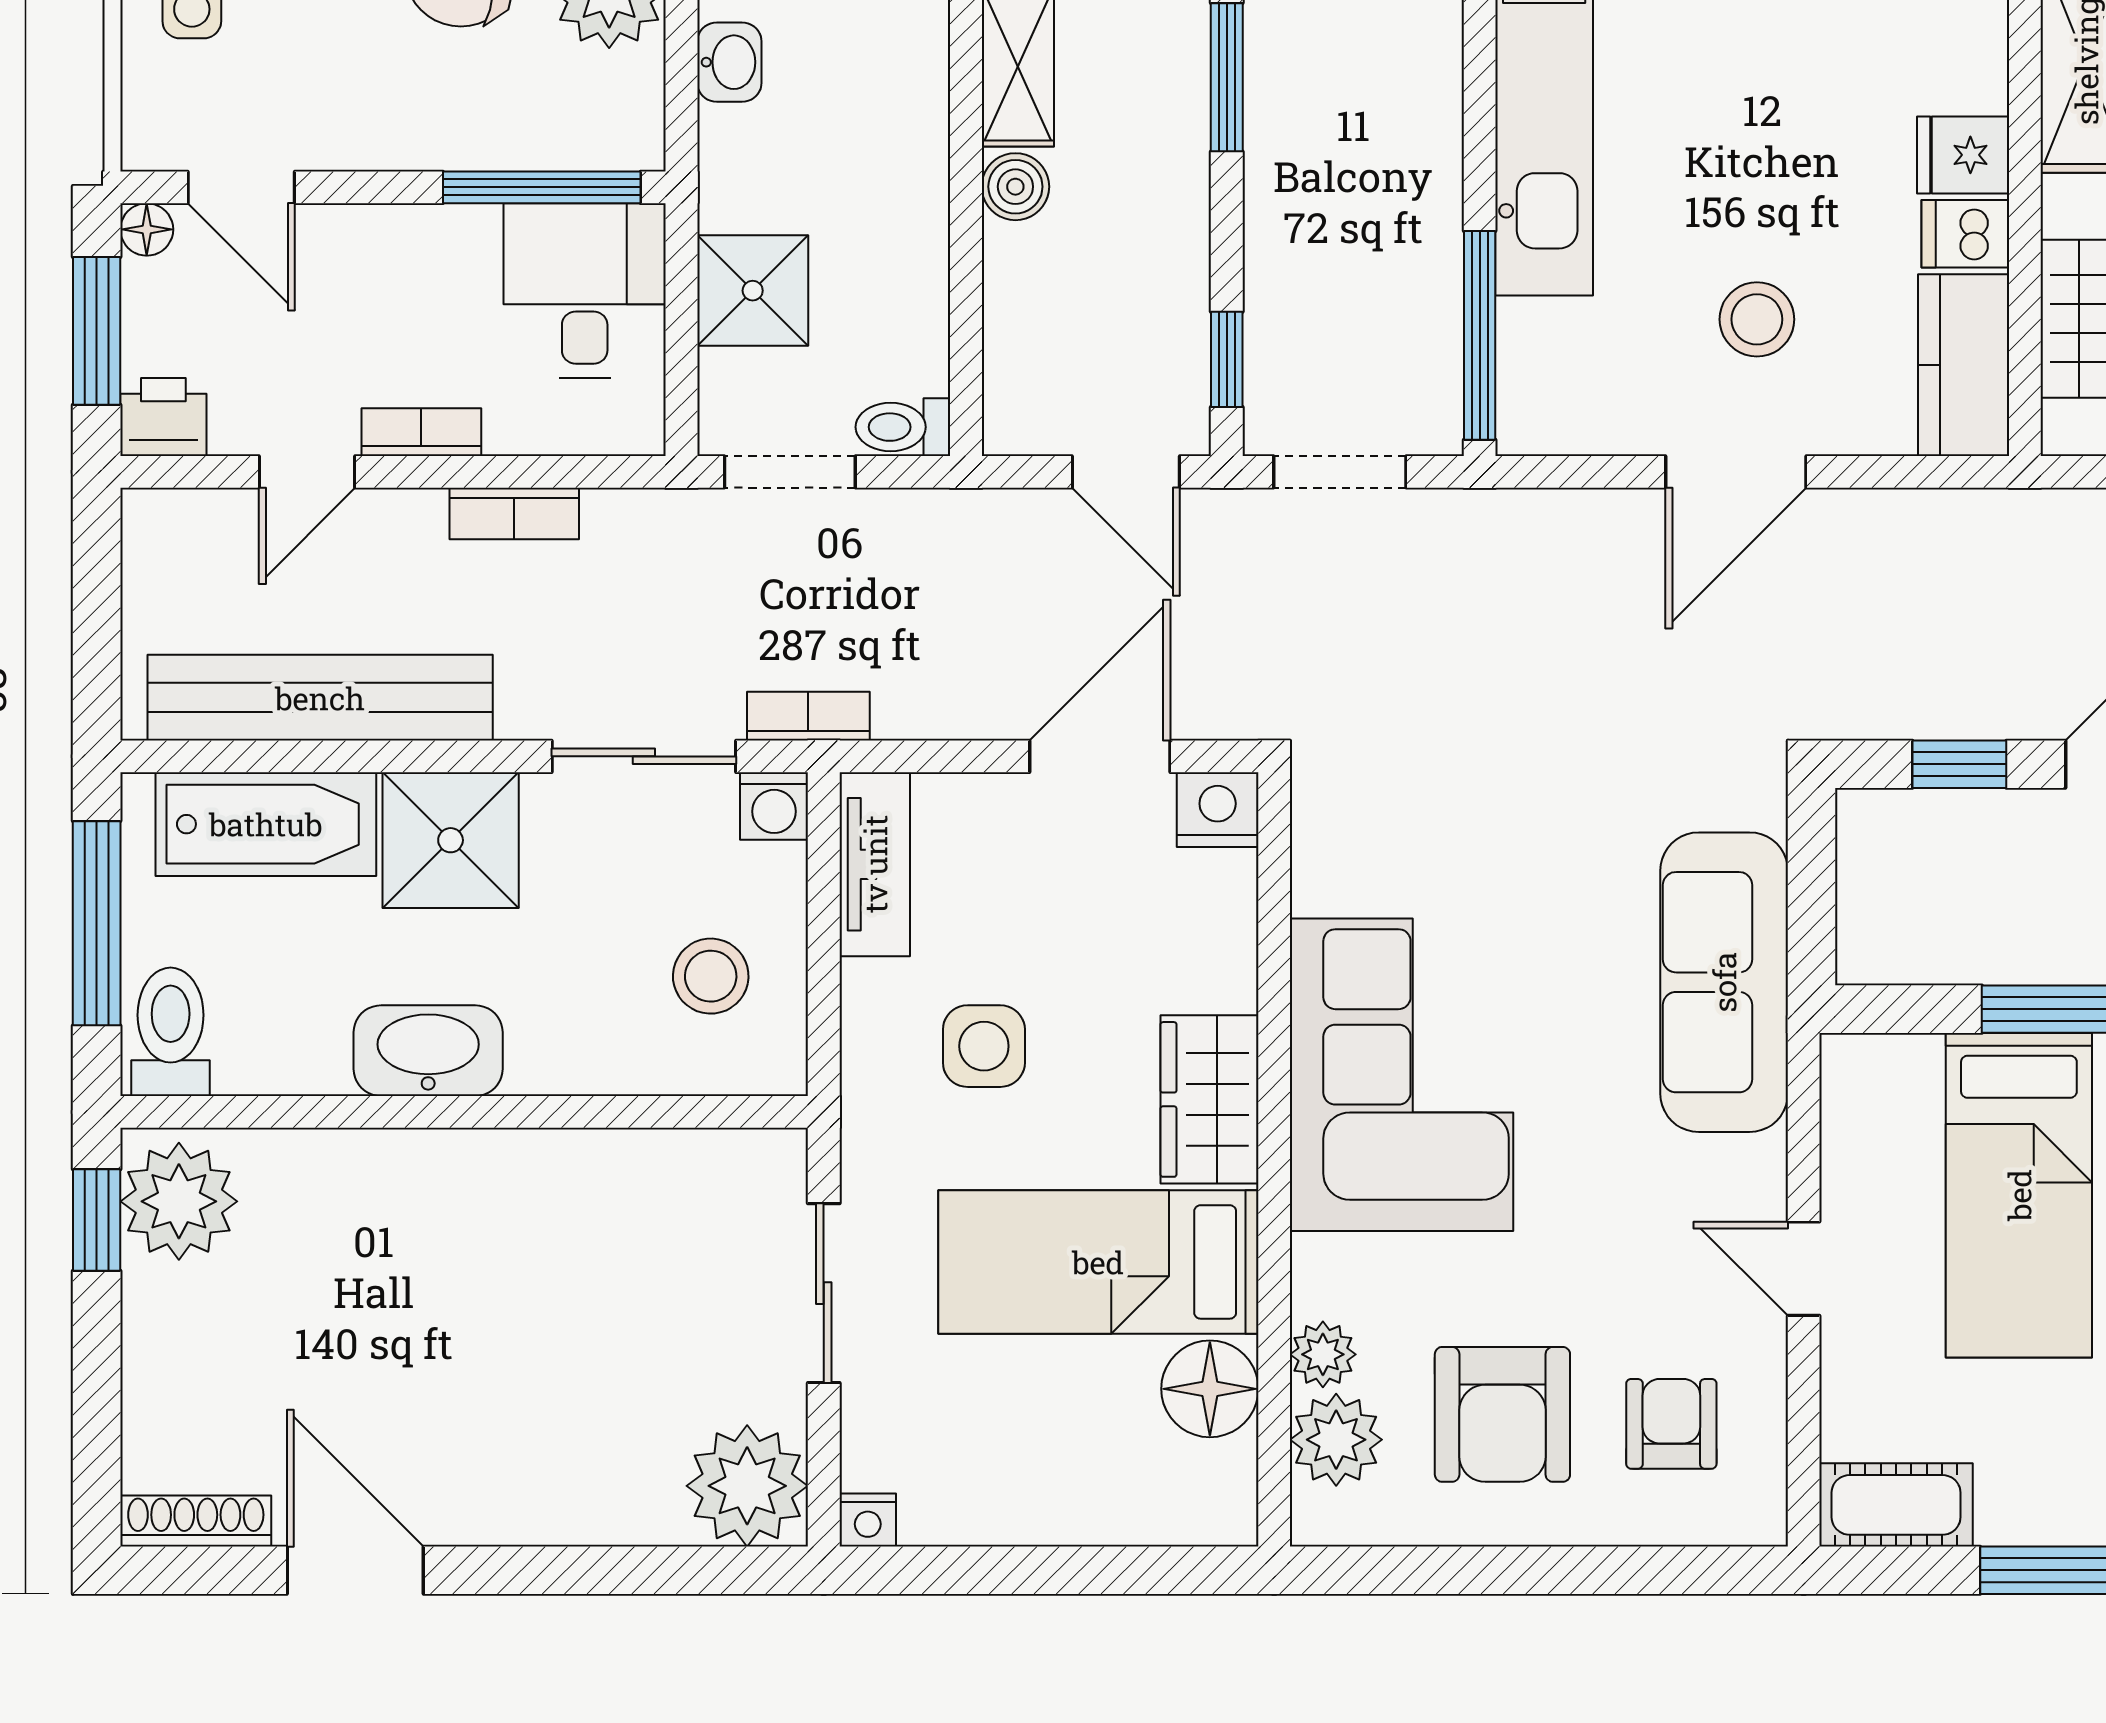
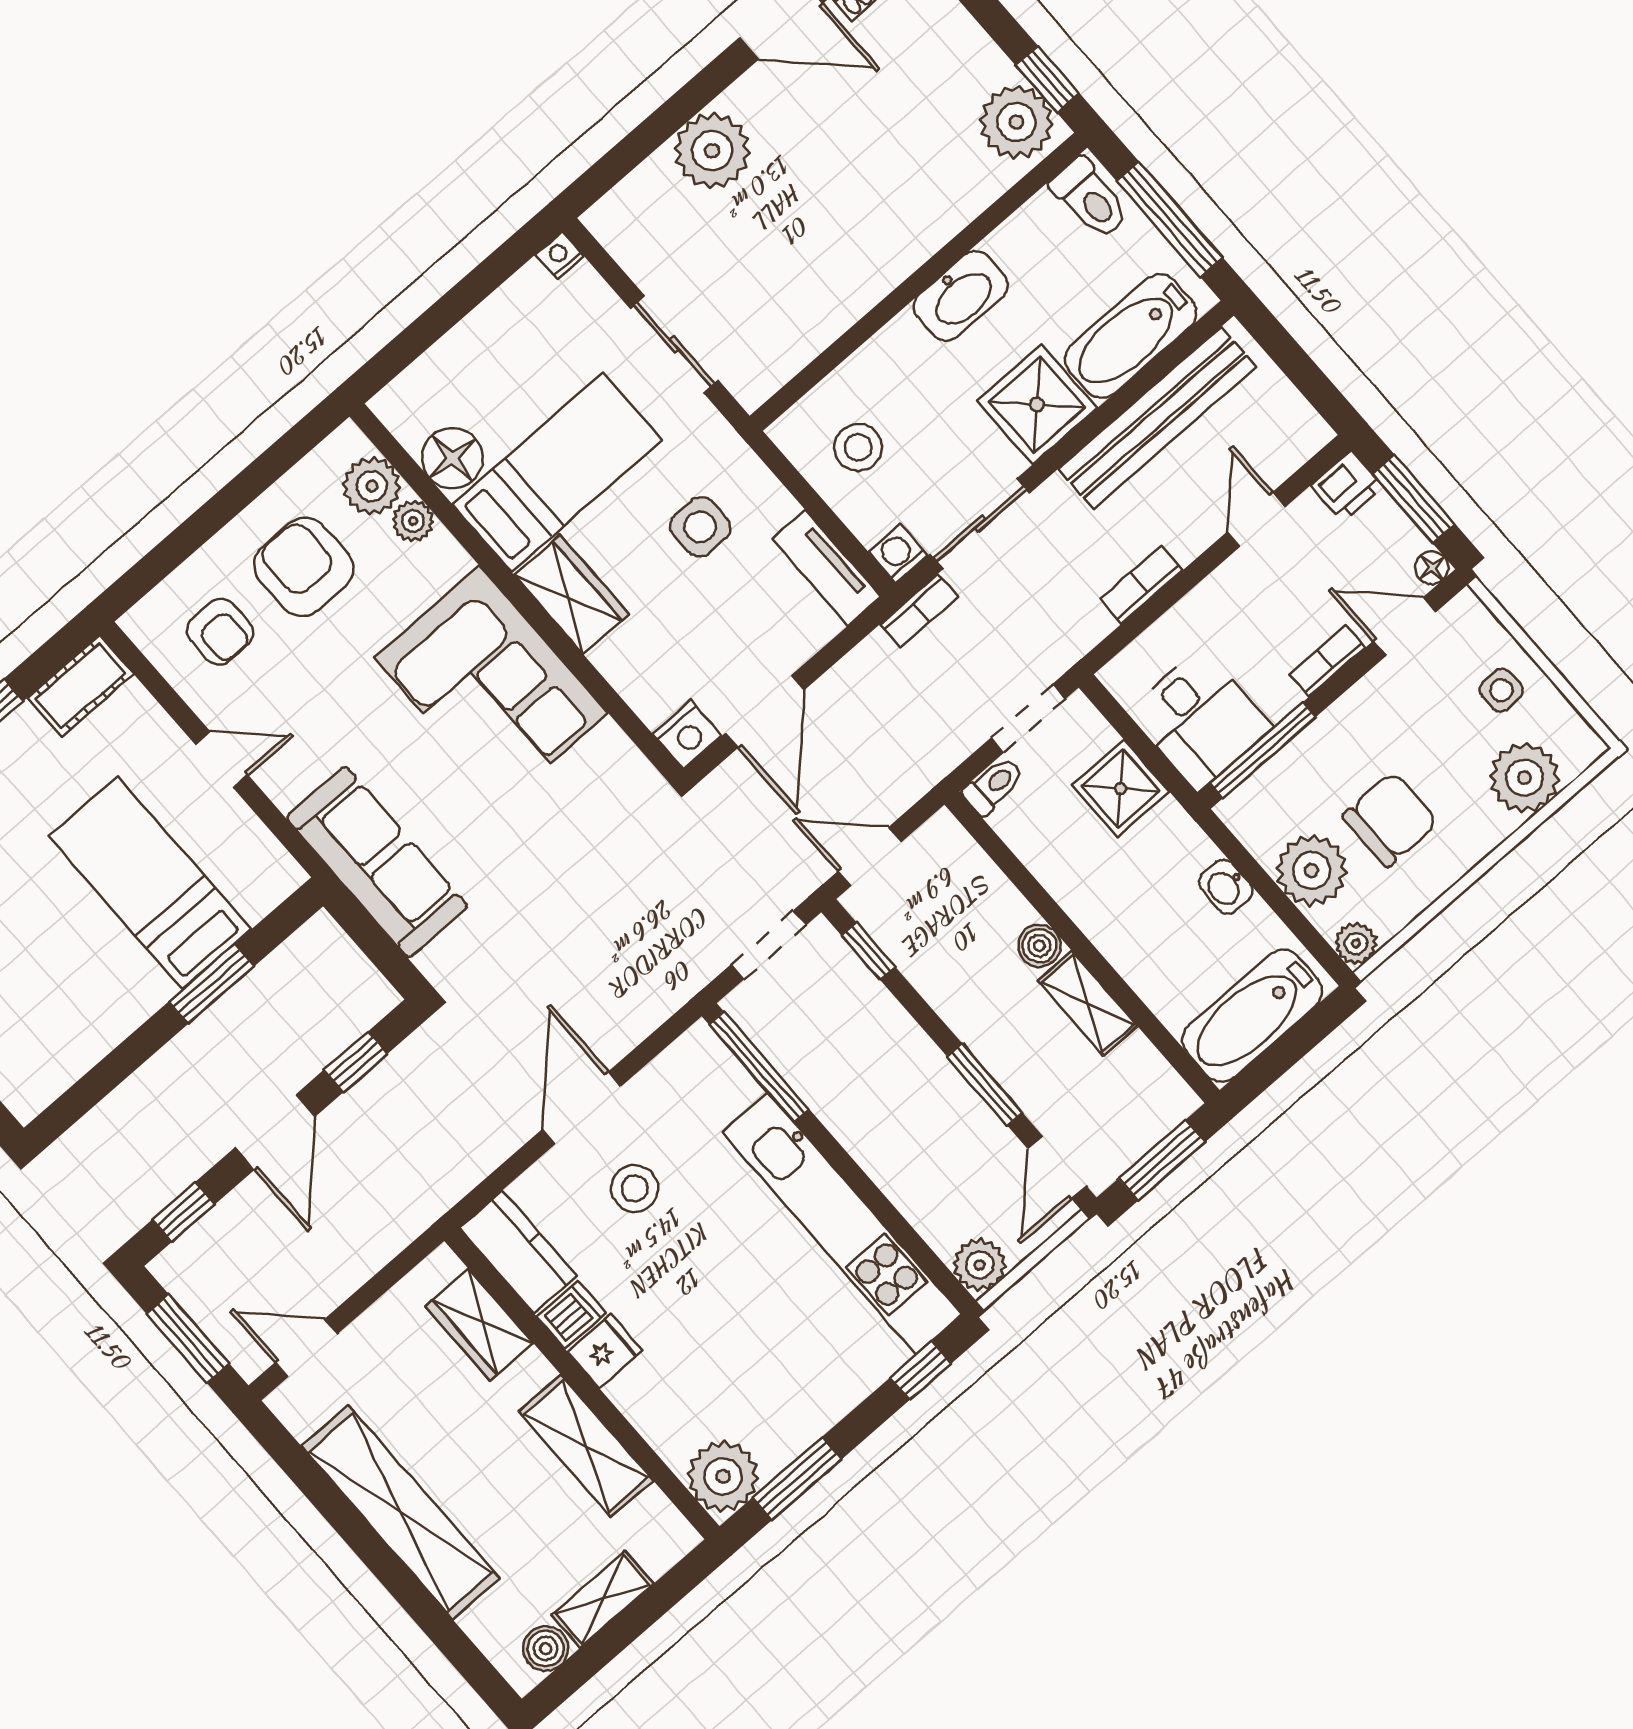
bookcase: (421, 432) -> (1327, 661), moved, turned 180
plant: (747, 1486) -> (712, 151), moved

